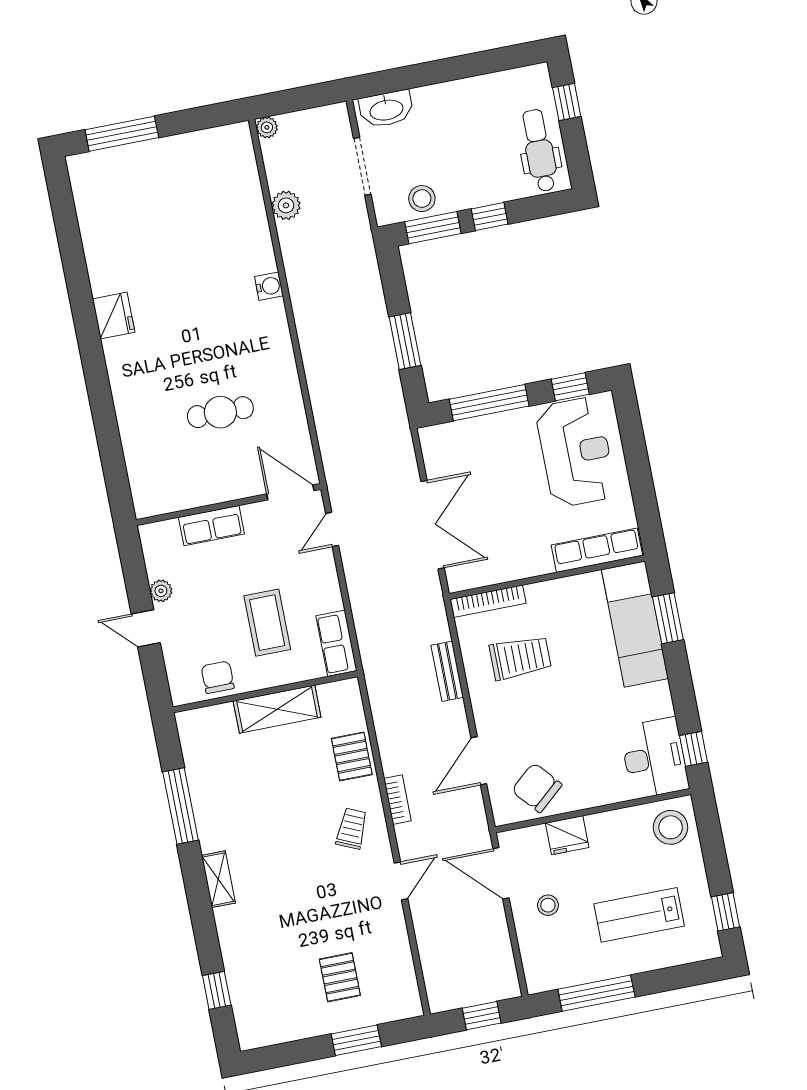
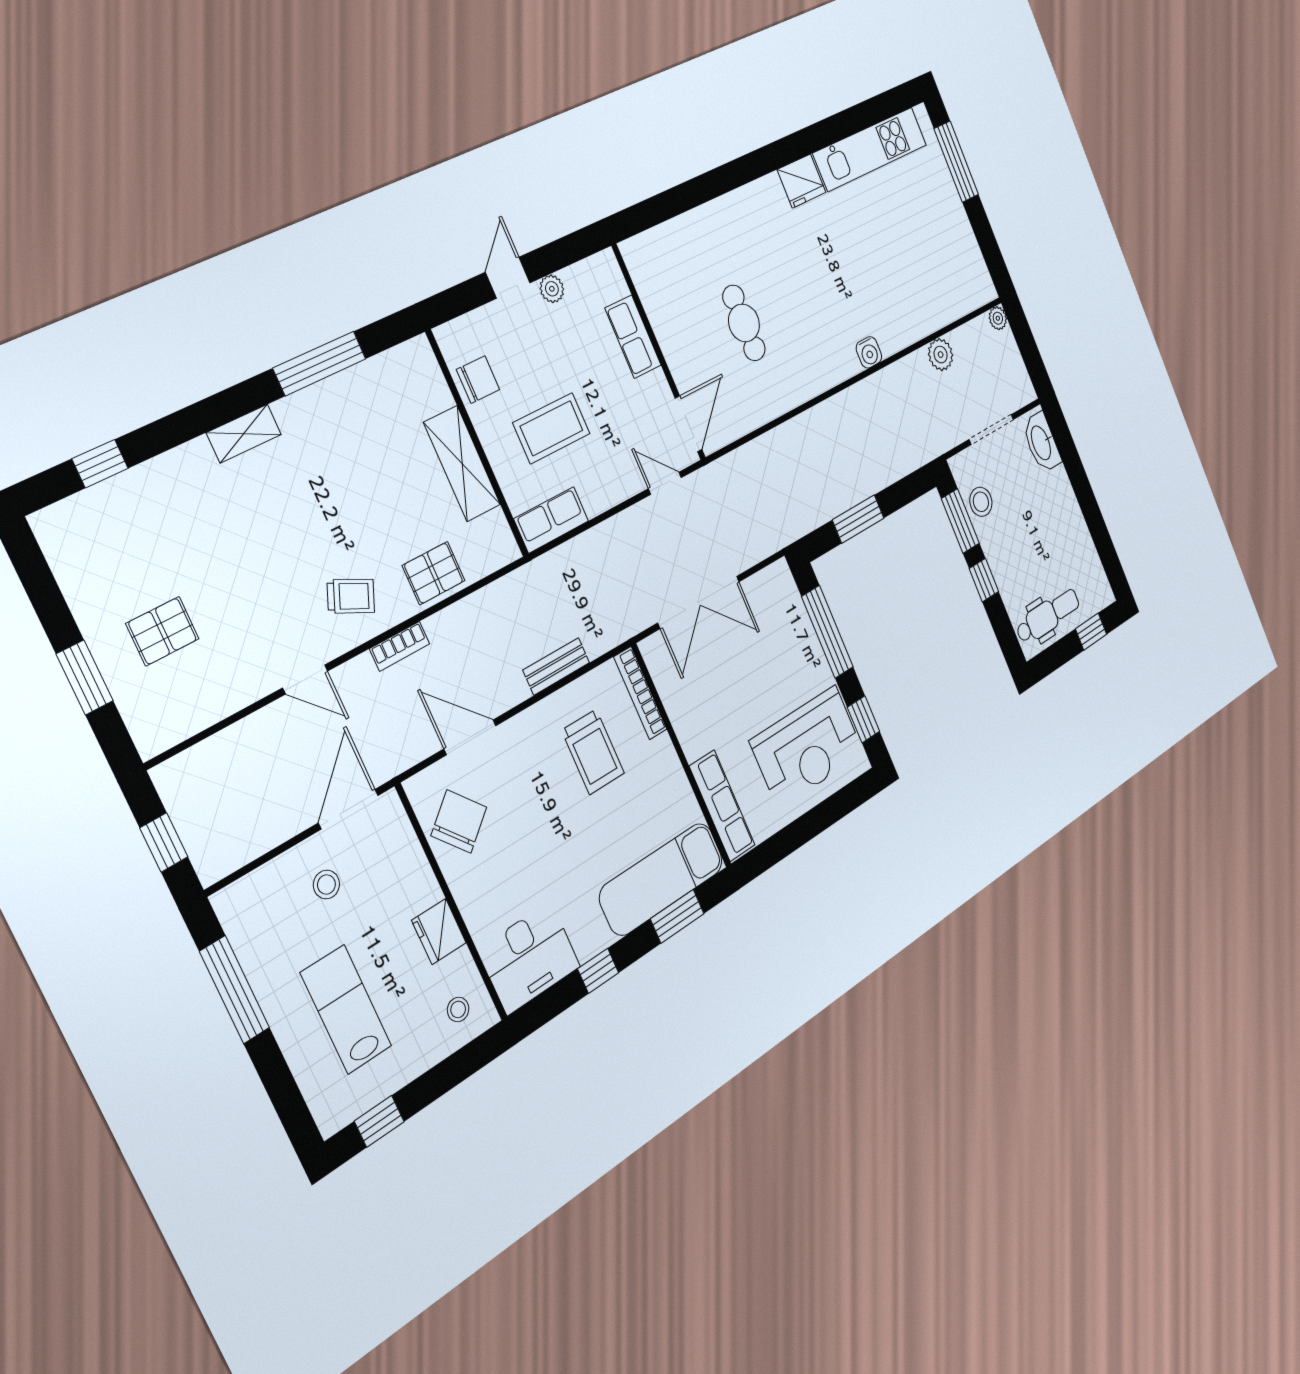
kitchen unit: (97, 231) -> (870, 149), added
window: (694, 749) -> (598, 971), moved
stool: (671, 827) -> (458, 1009), width x0.53, depth x0.53
fridge: (567, 835) -> (439, 932), moved

